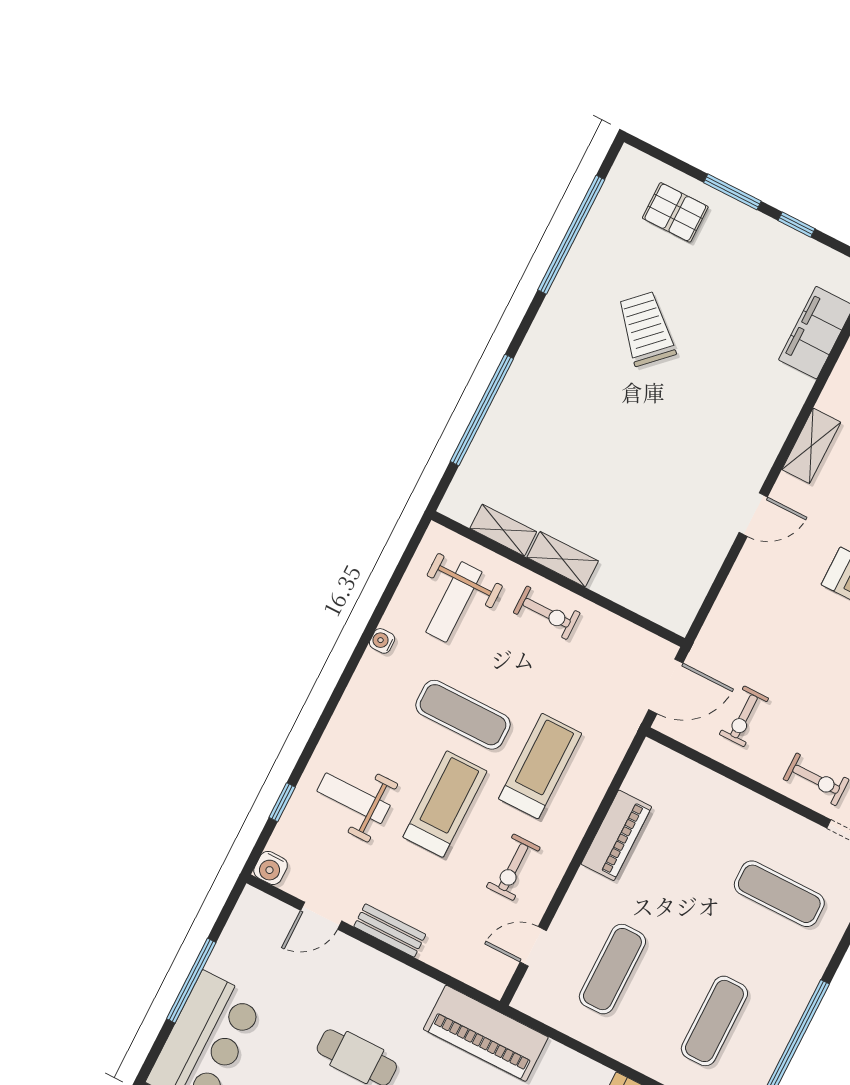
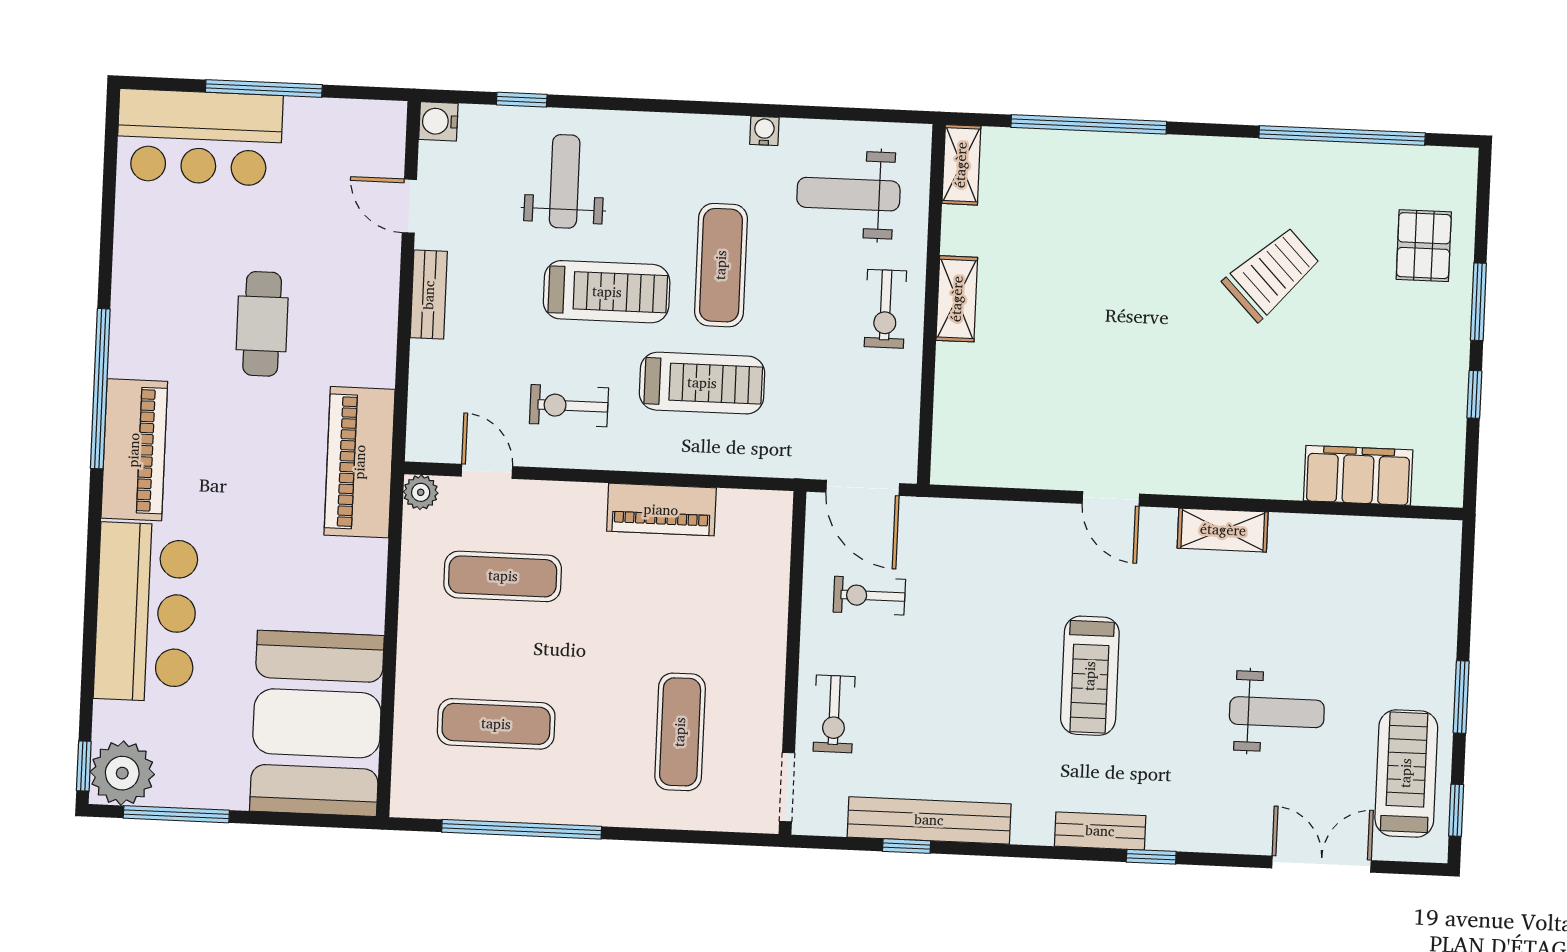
shelving: (503, 530) -> (961, 165), moved
plant: (527, 1000) -> (421, 492), added

